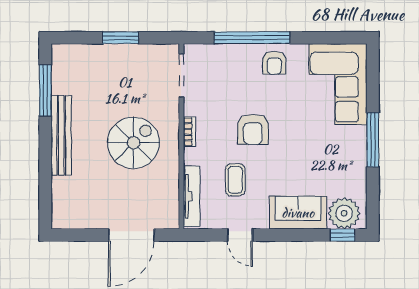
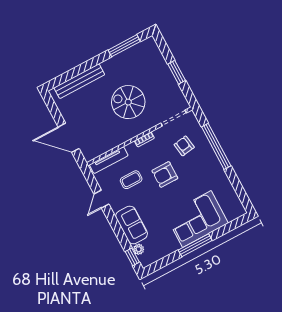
armchair: (274, 63) -> (184, 146), moved, turned 81
corner sofa: (338, 84) -> (197, 219), moved
bench: (61, 135) -> (79, 81), moved
spiral stairs: (134, 143) -> (128, 102), moved, turned 180
plant: (344, 213) -> (139, 249), width x0.53, depth x0.53

